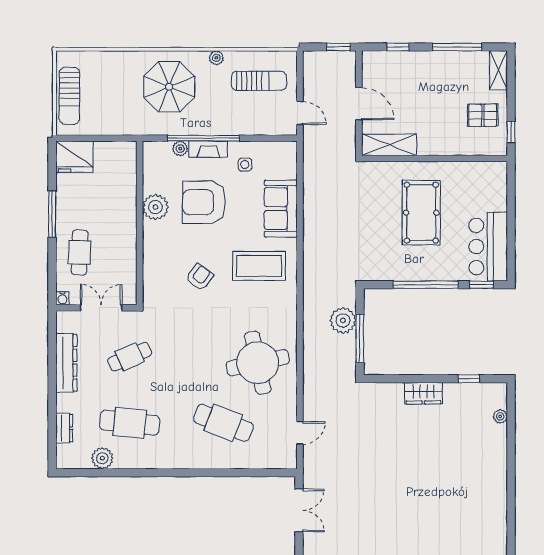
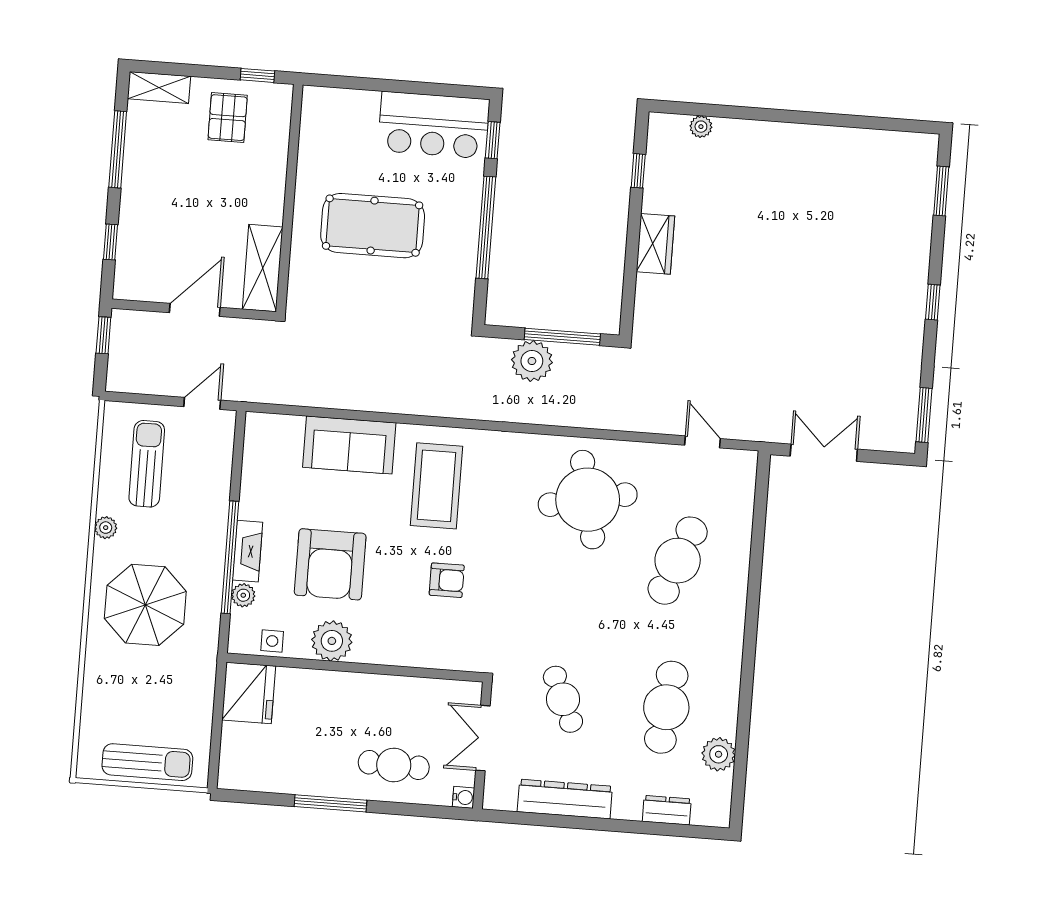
fridge: (74, 157) -> (249, 693), moved
side table: (245, 164) -> (272, 641), moved
armchair: (200, 277) -> (447, 580), turned 143

